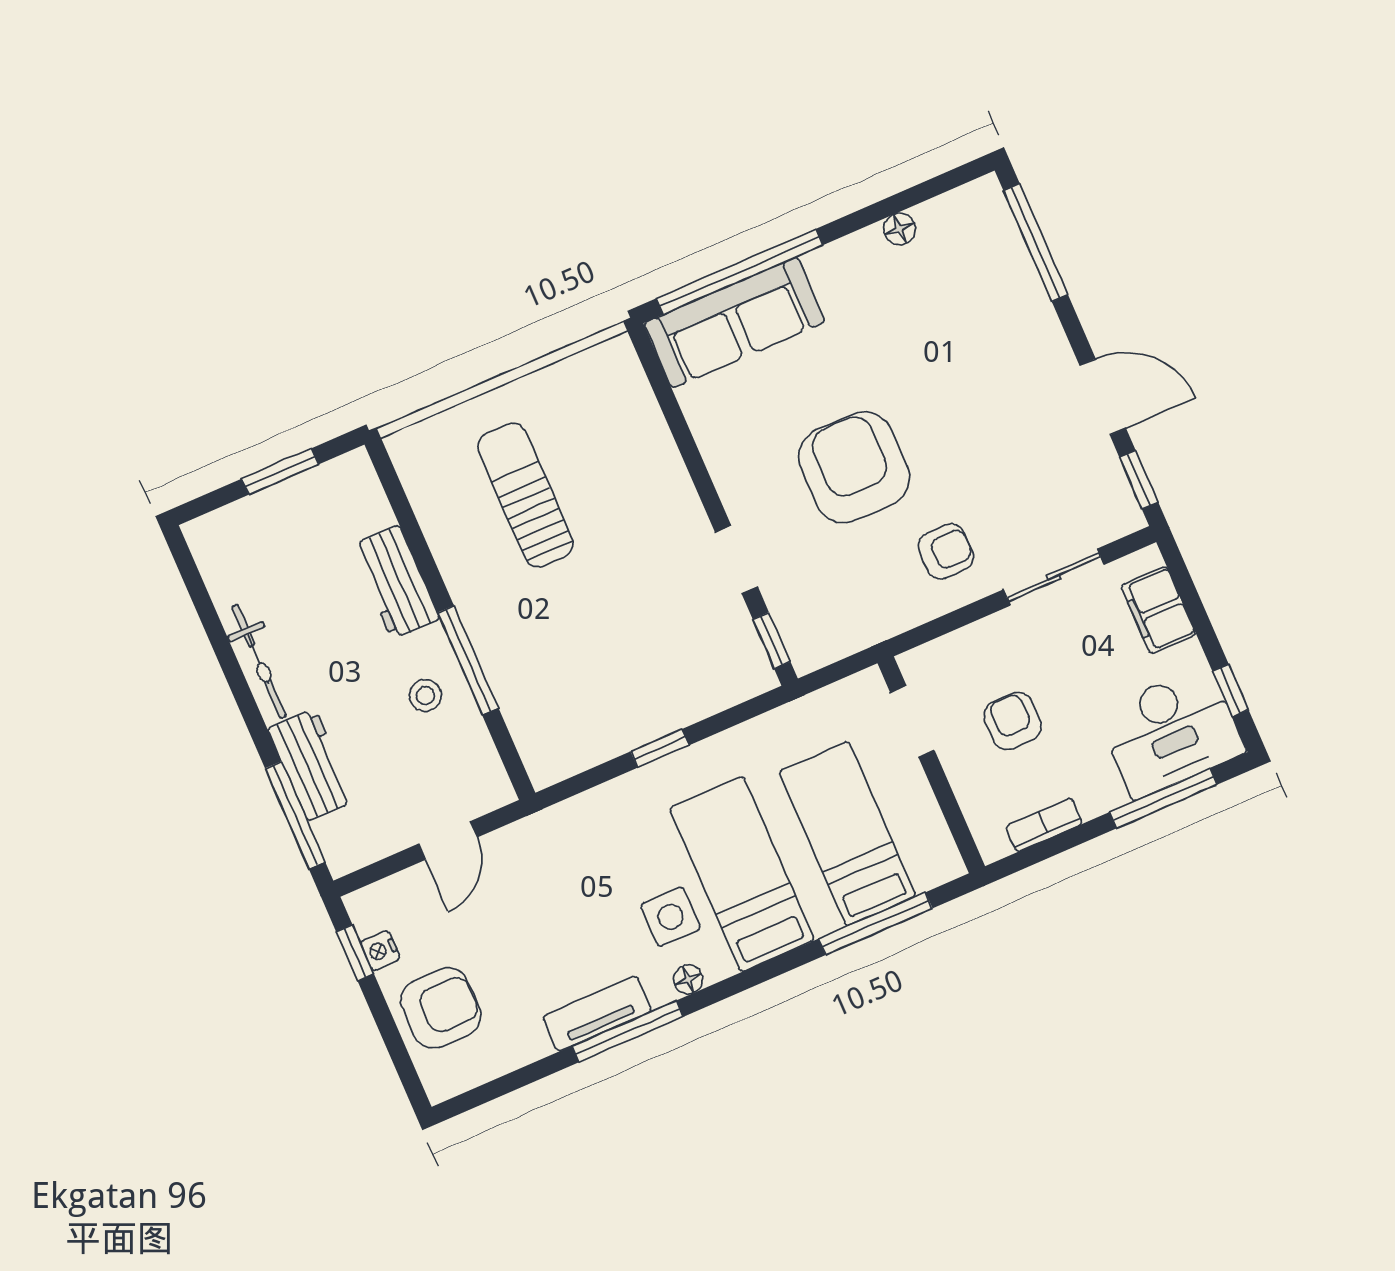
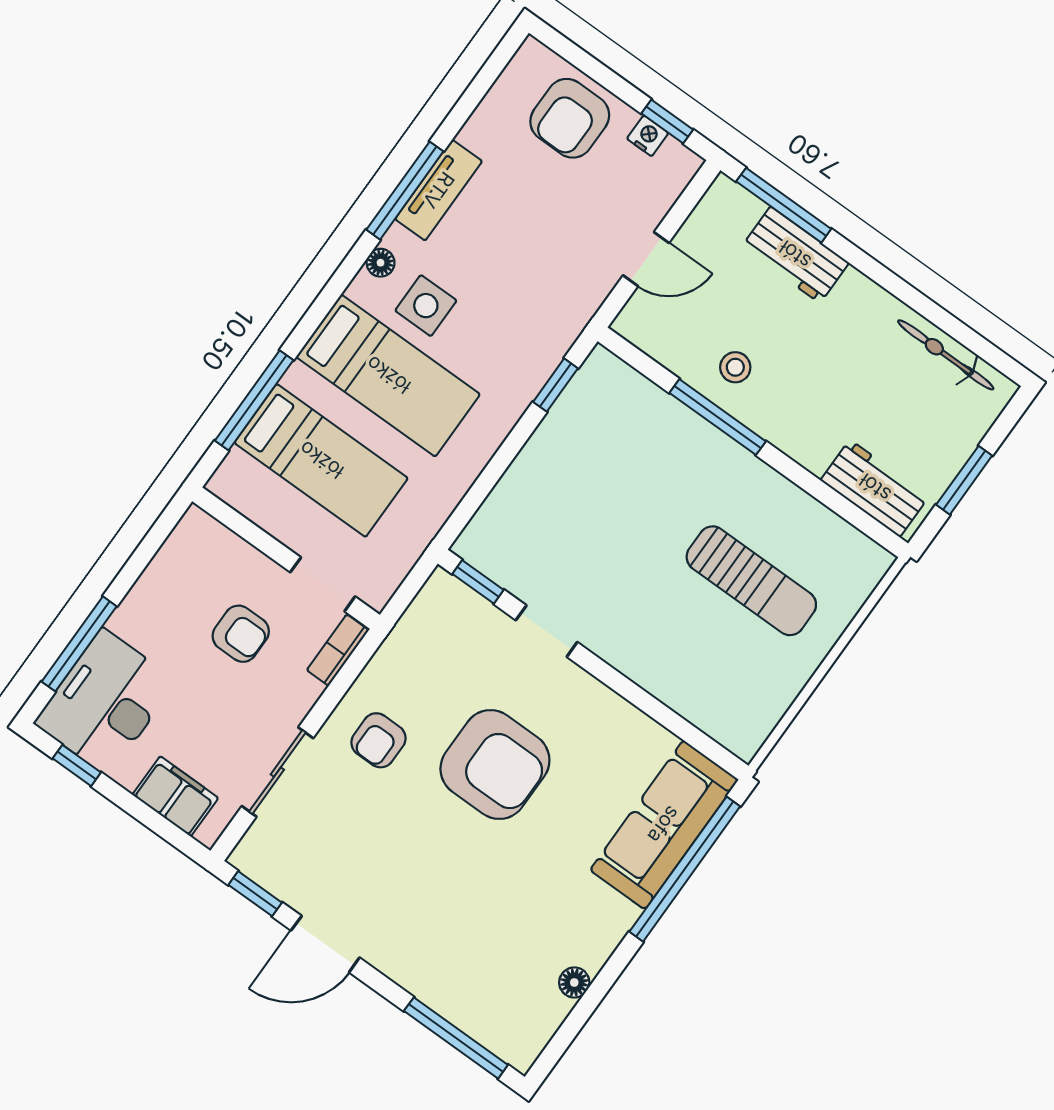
workbench: (395, 582) -> (875, 488), moved
bicycle: (259, 661) -> (946, 355), moved
window: (660, 748) -> (555, 385), moved
bookcase: (1044, 825) -> (338, 650), moved, turned 180
door: (448, 841) -> (646, 259), swing flipped

